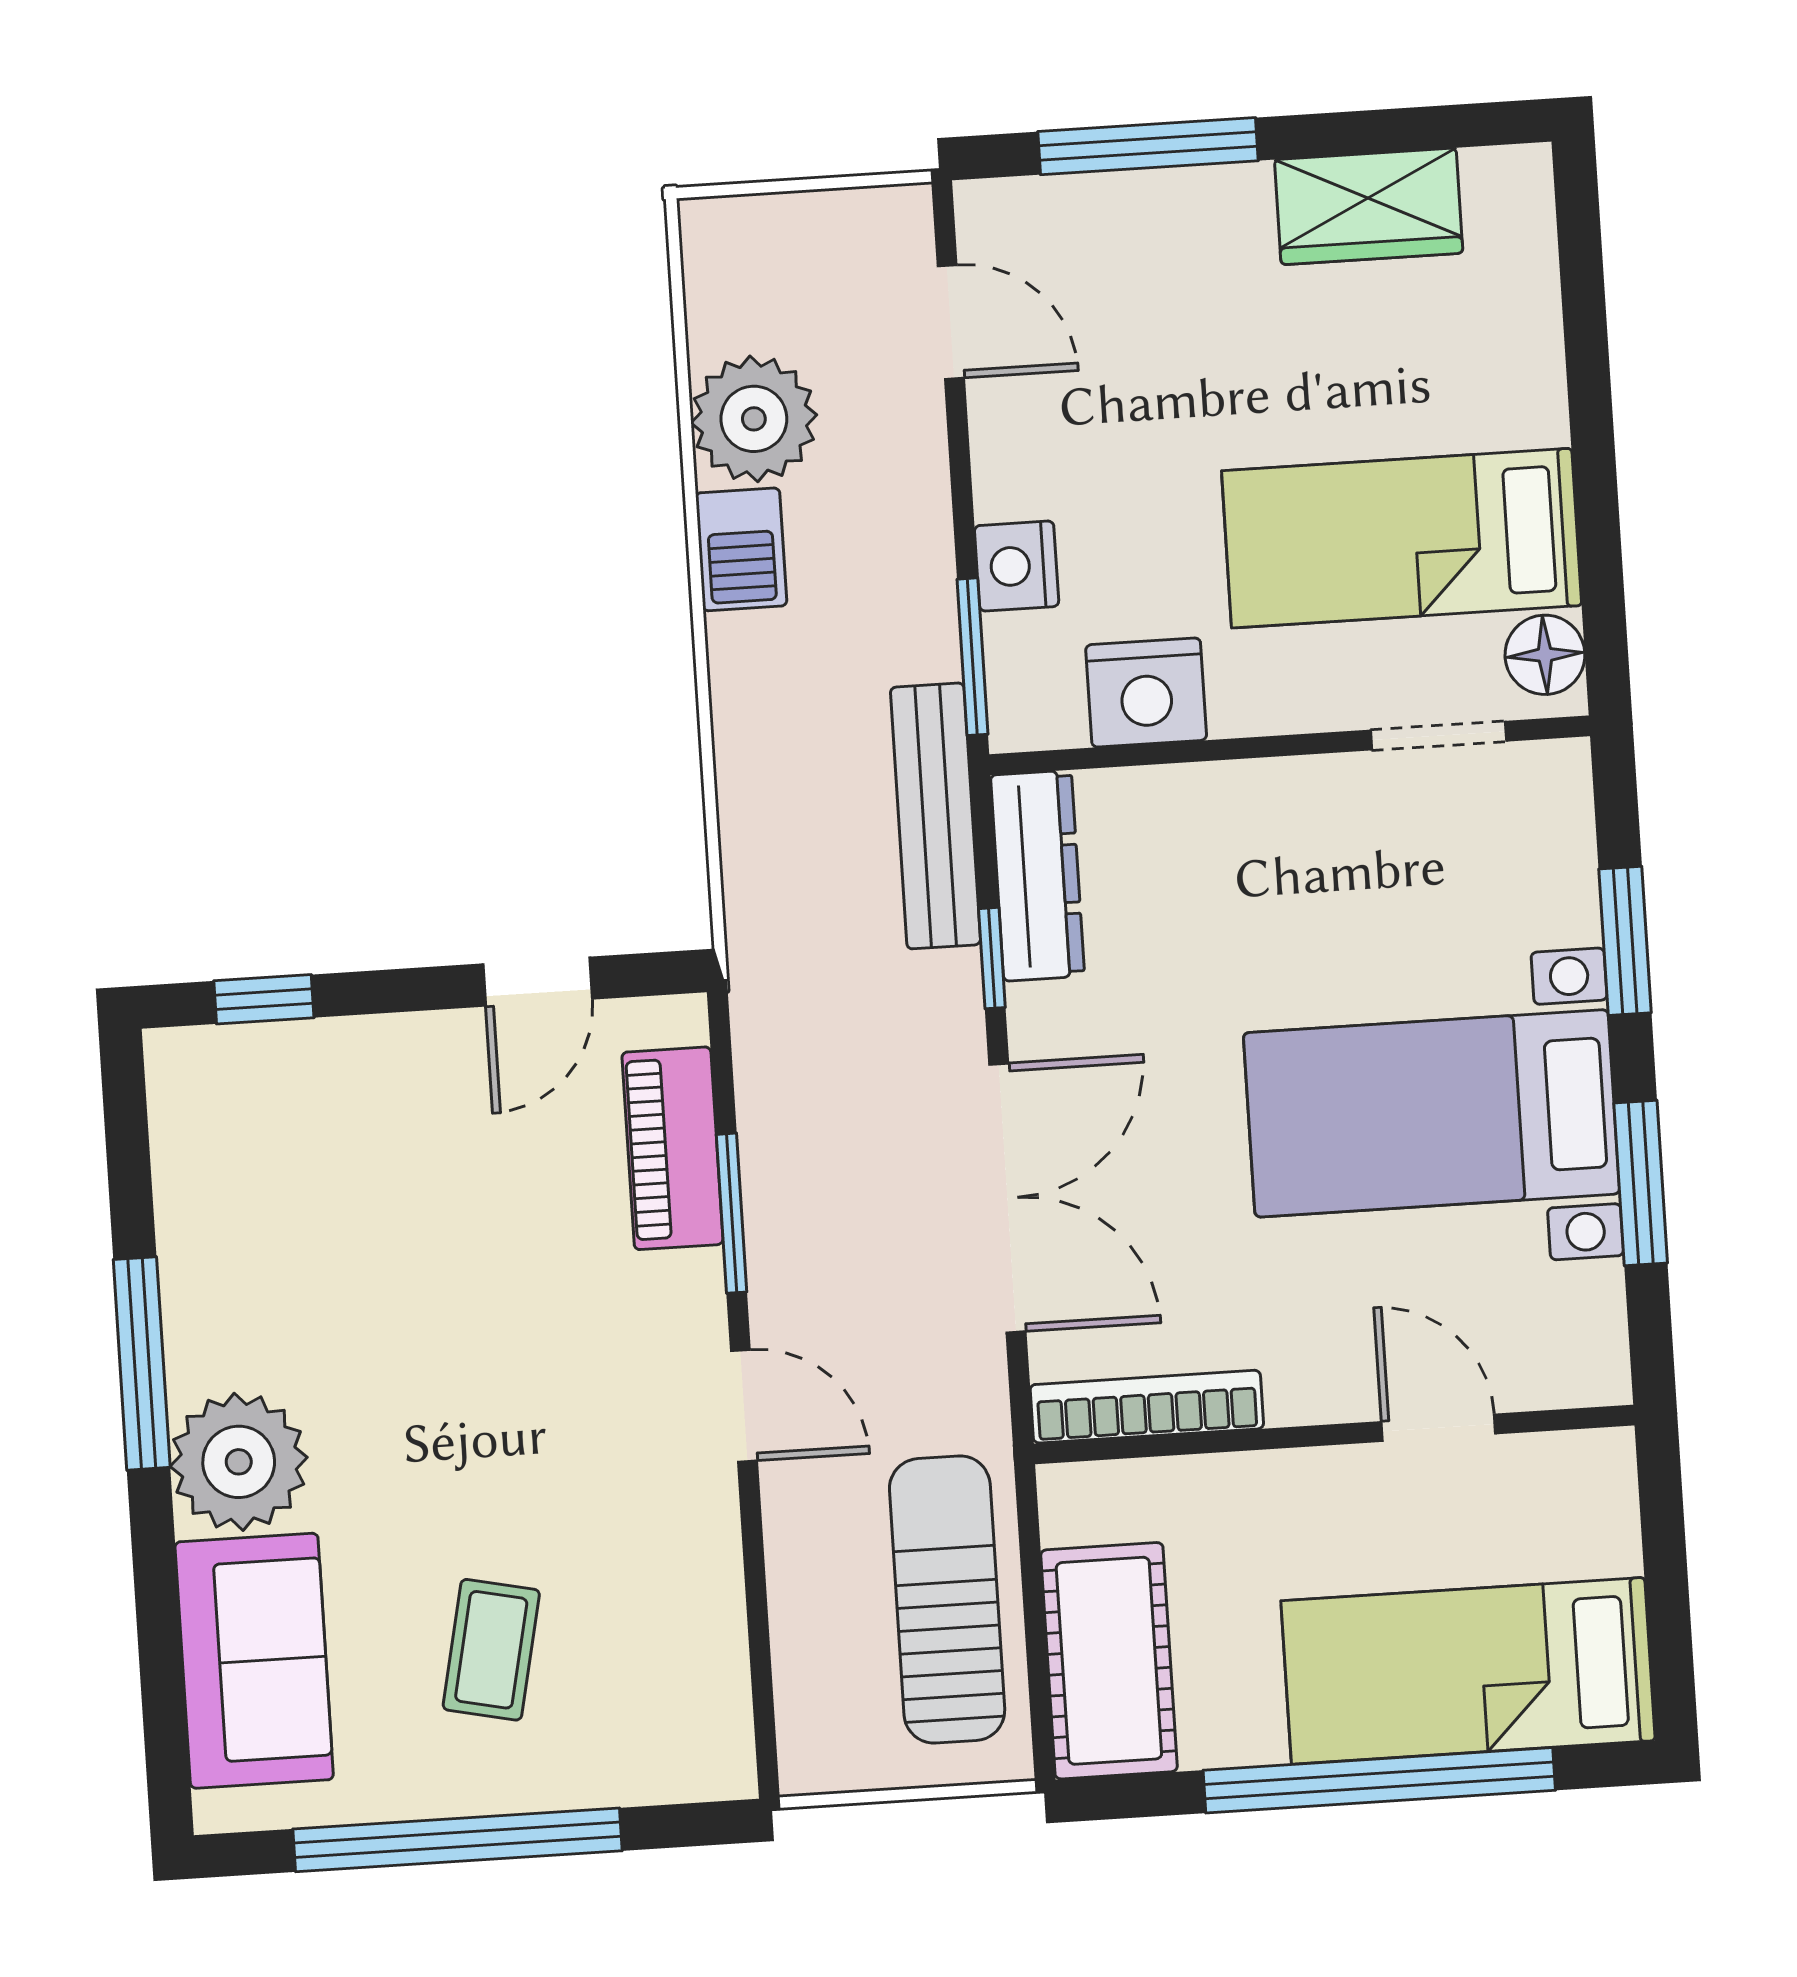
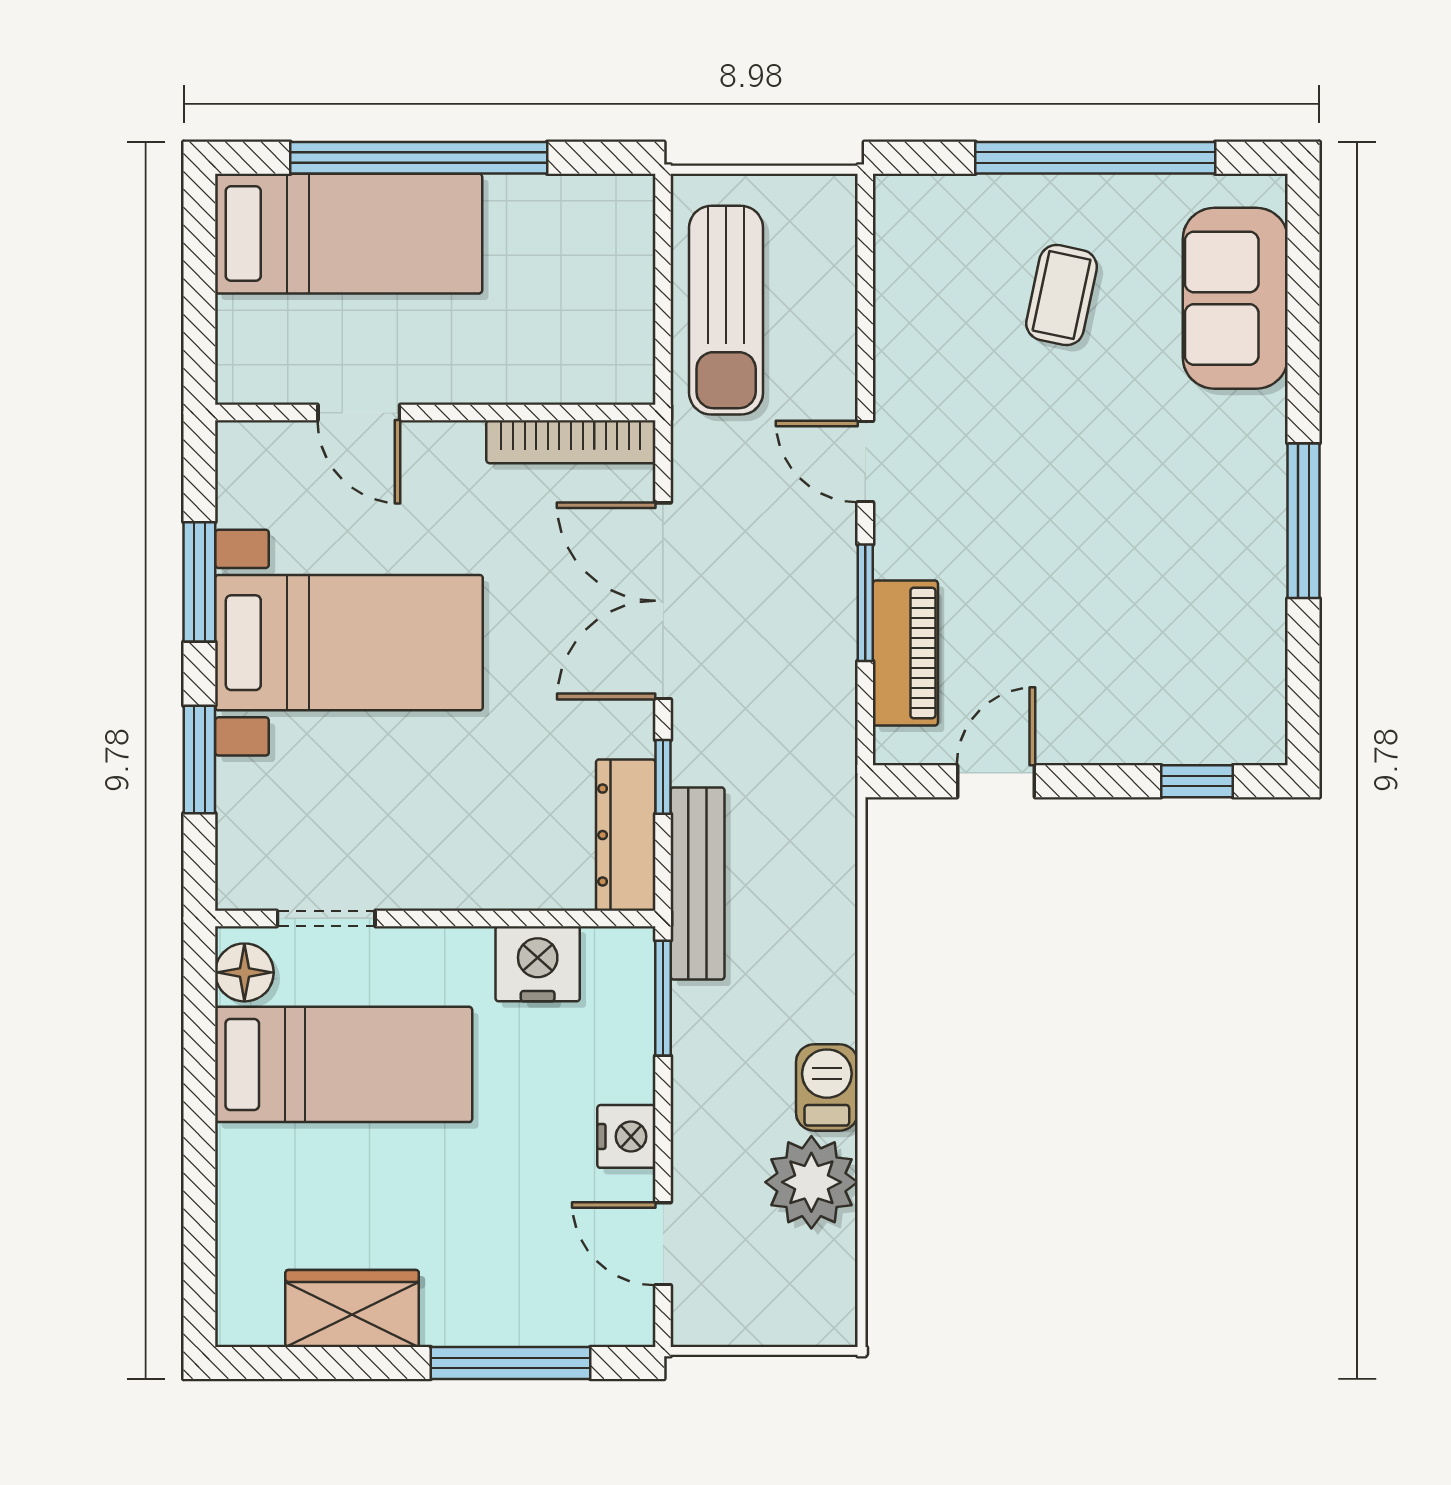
nightstand: (1017, 566) -> (626, 1136), moved
plant: (239, 1462) -> (1237, 444), removed
cot: (1109, 1661) -> (611, 258), removed

